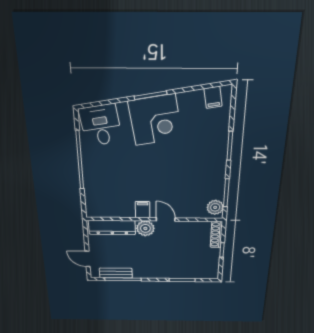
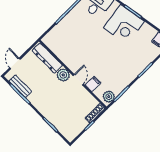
filing cabinet: (143, 210) -> (93, 84), moved

